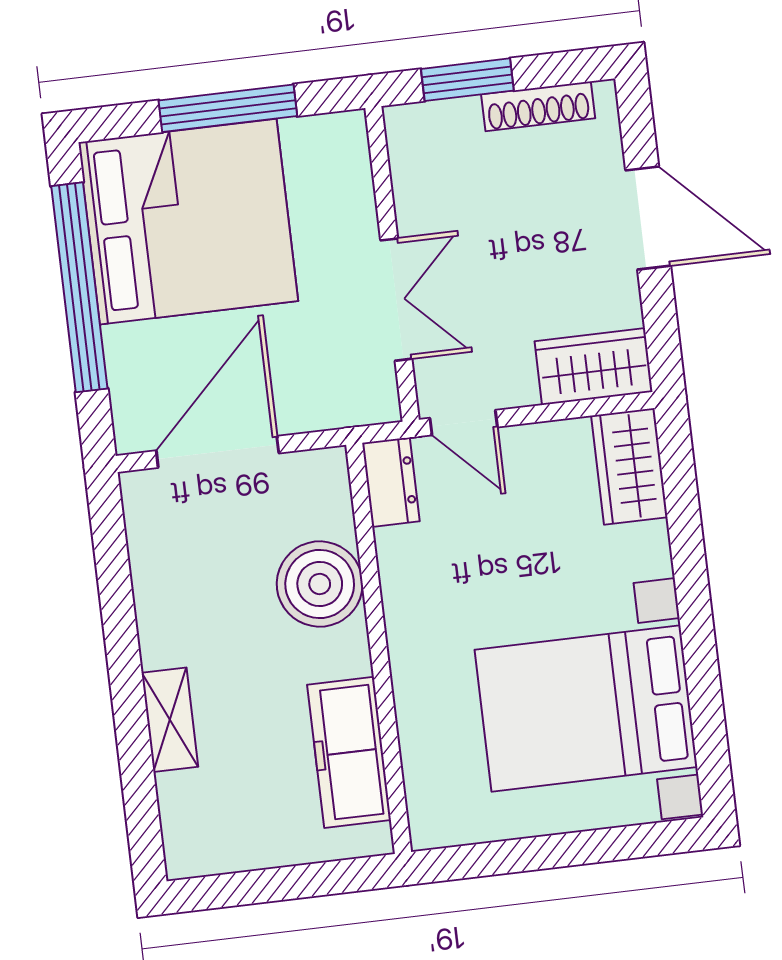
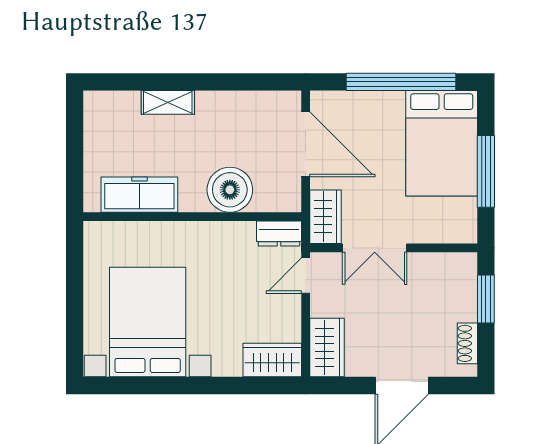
shoe rack: (538, 106) -> (467, 343), width x0.70
bed: (188, 222) -> (442, 143), width x0.73
wardrobe: (349, 398) -> (326, 217), added

